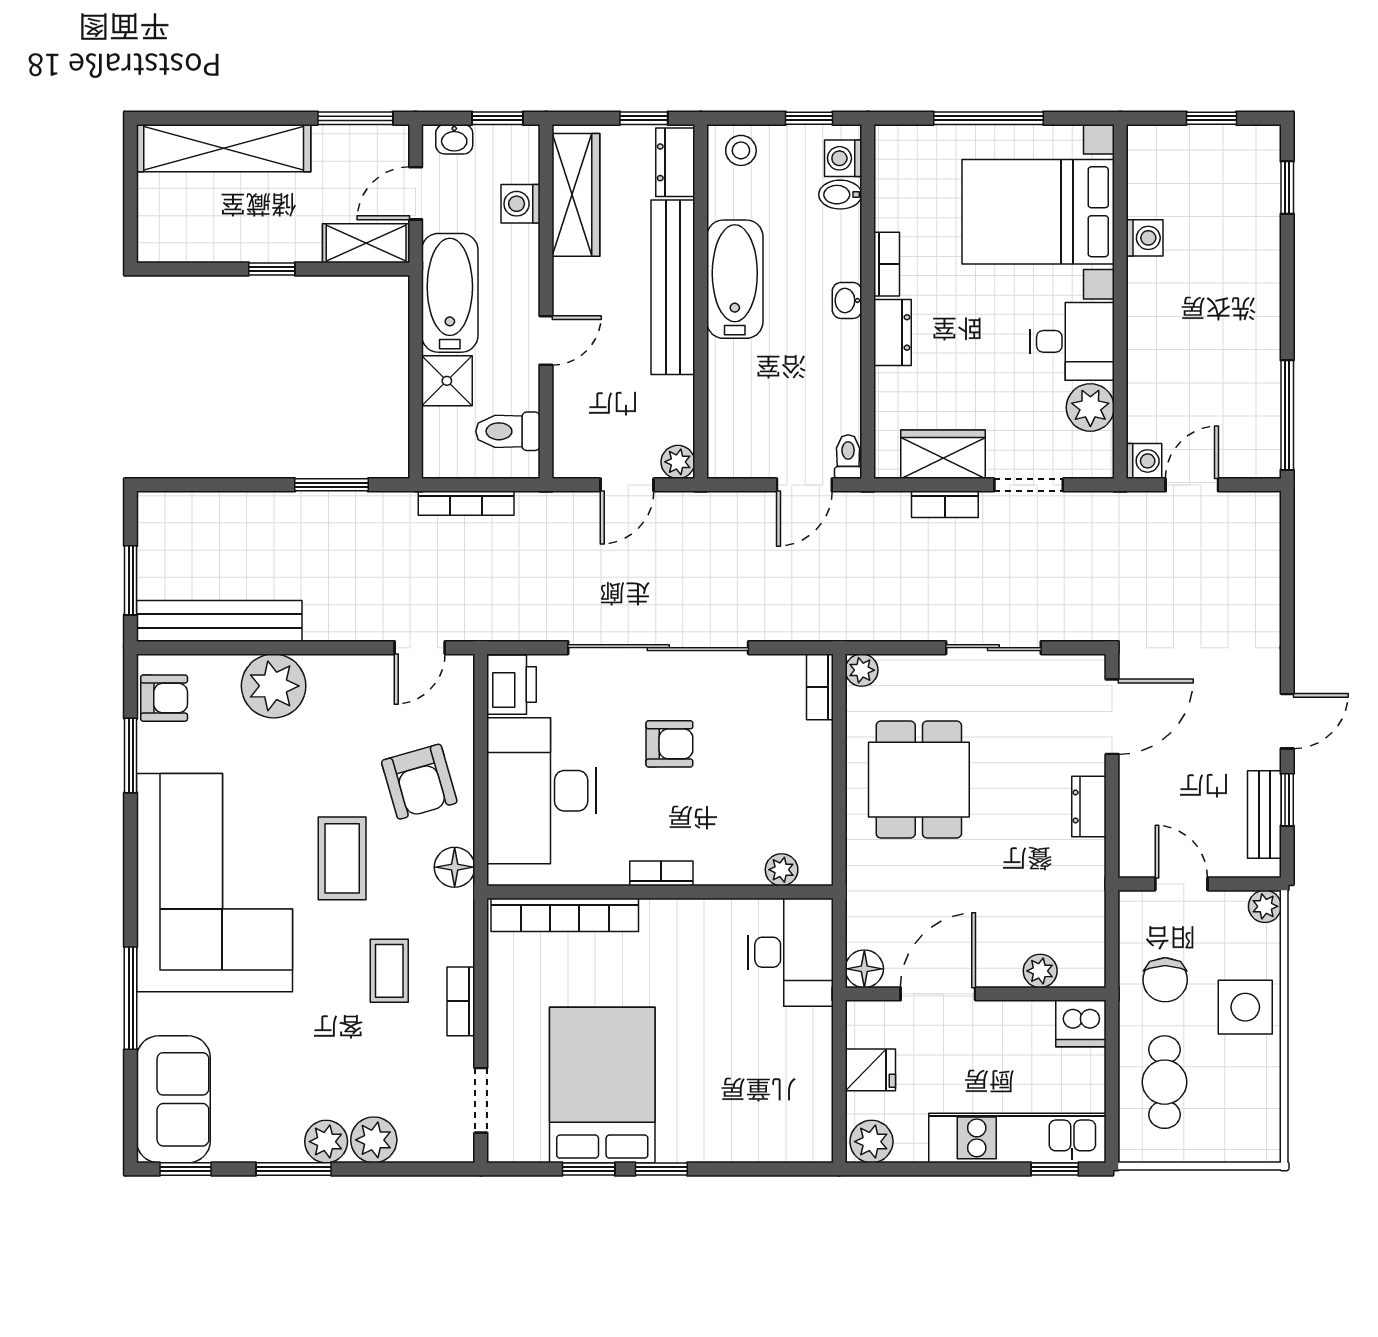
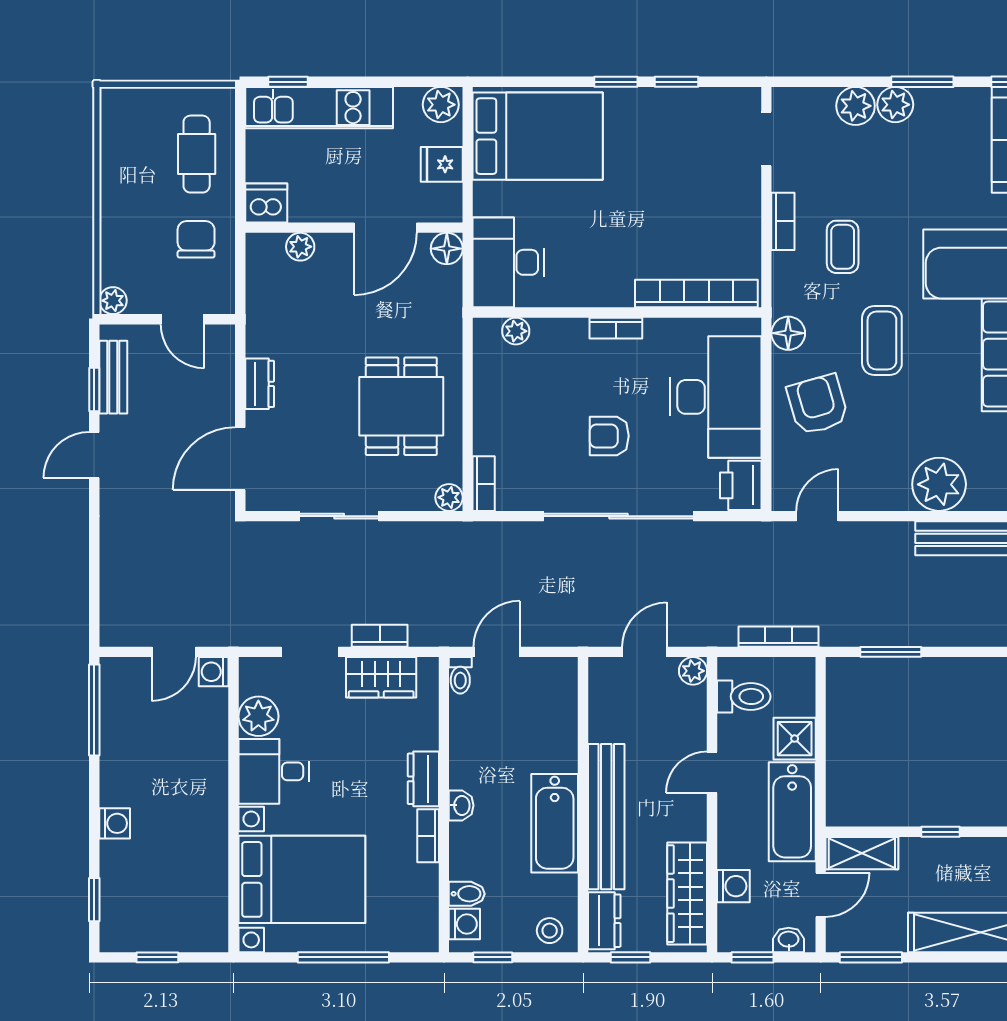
washing machine: (1145, 238) -> (115, 823), moved, turned 180
plant: (678, 462) -> (693, 671), moved
side table: (1245, 1007) -> (129, 217), removed
bed: (602, 1085) -> (538, 136), moved, turned -90

